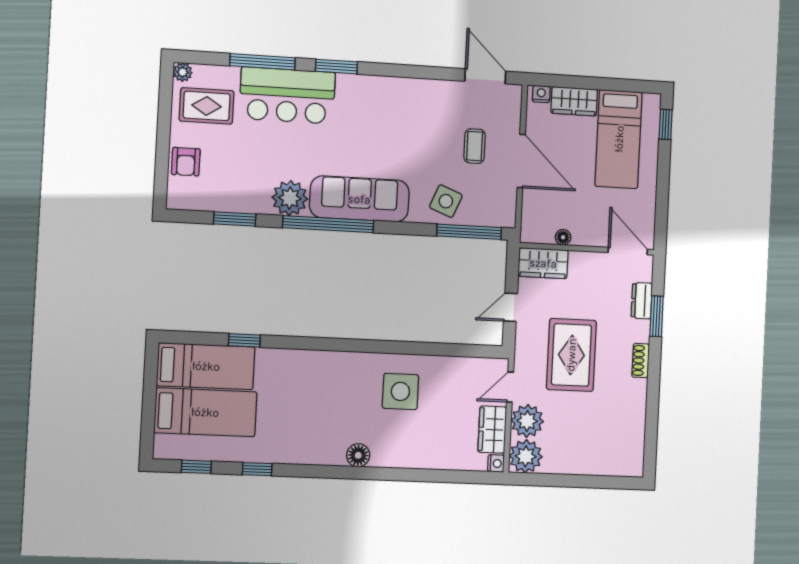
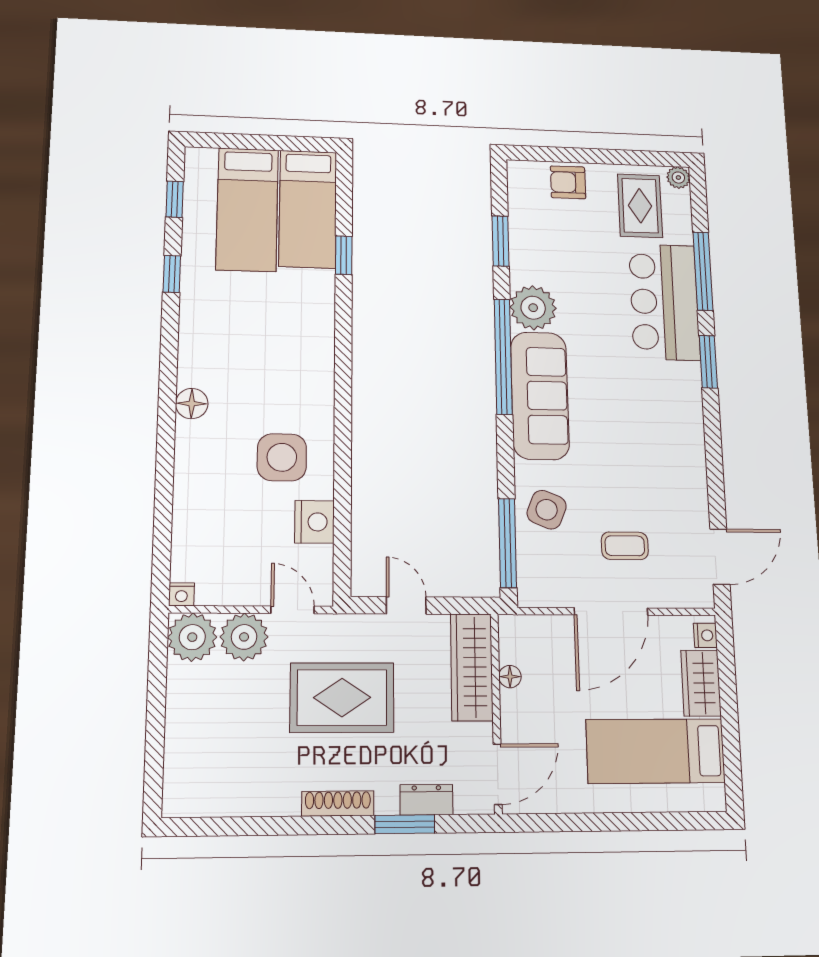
window: (666, 124) -> (684, 821), removed
wardrobe: (543, 263) -> (472, 667), width x1.50
shoe rack: (641, 361) -> (338, 803), width x1.43
nightstand: (448, 370) -> (314, 522), added
wardrobe: (492, 430) -> (231, 587), removed

